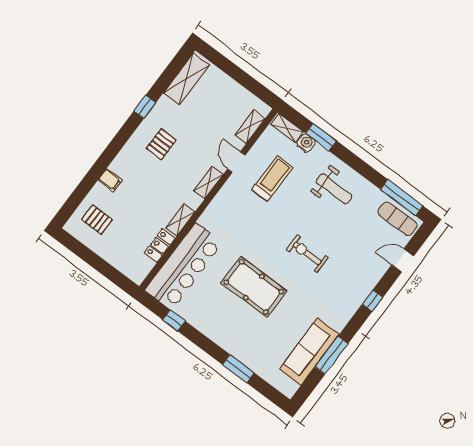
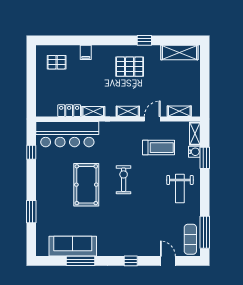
pallet: (161, 144) -> (130, 67), width x1.50, depth x1.42
pallet: (97, 220) -> (57, 62), turned 90
exercise bike: (307, 253) -> (124, 180), moved

